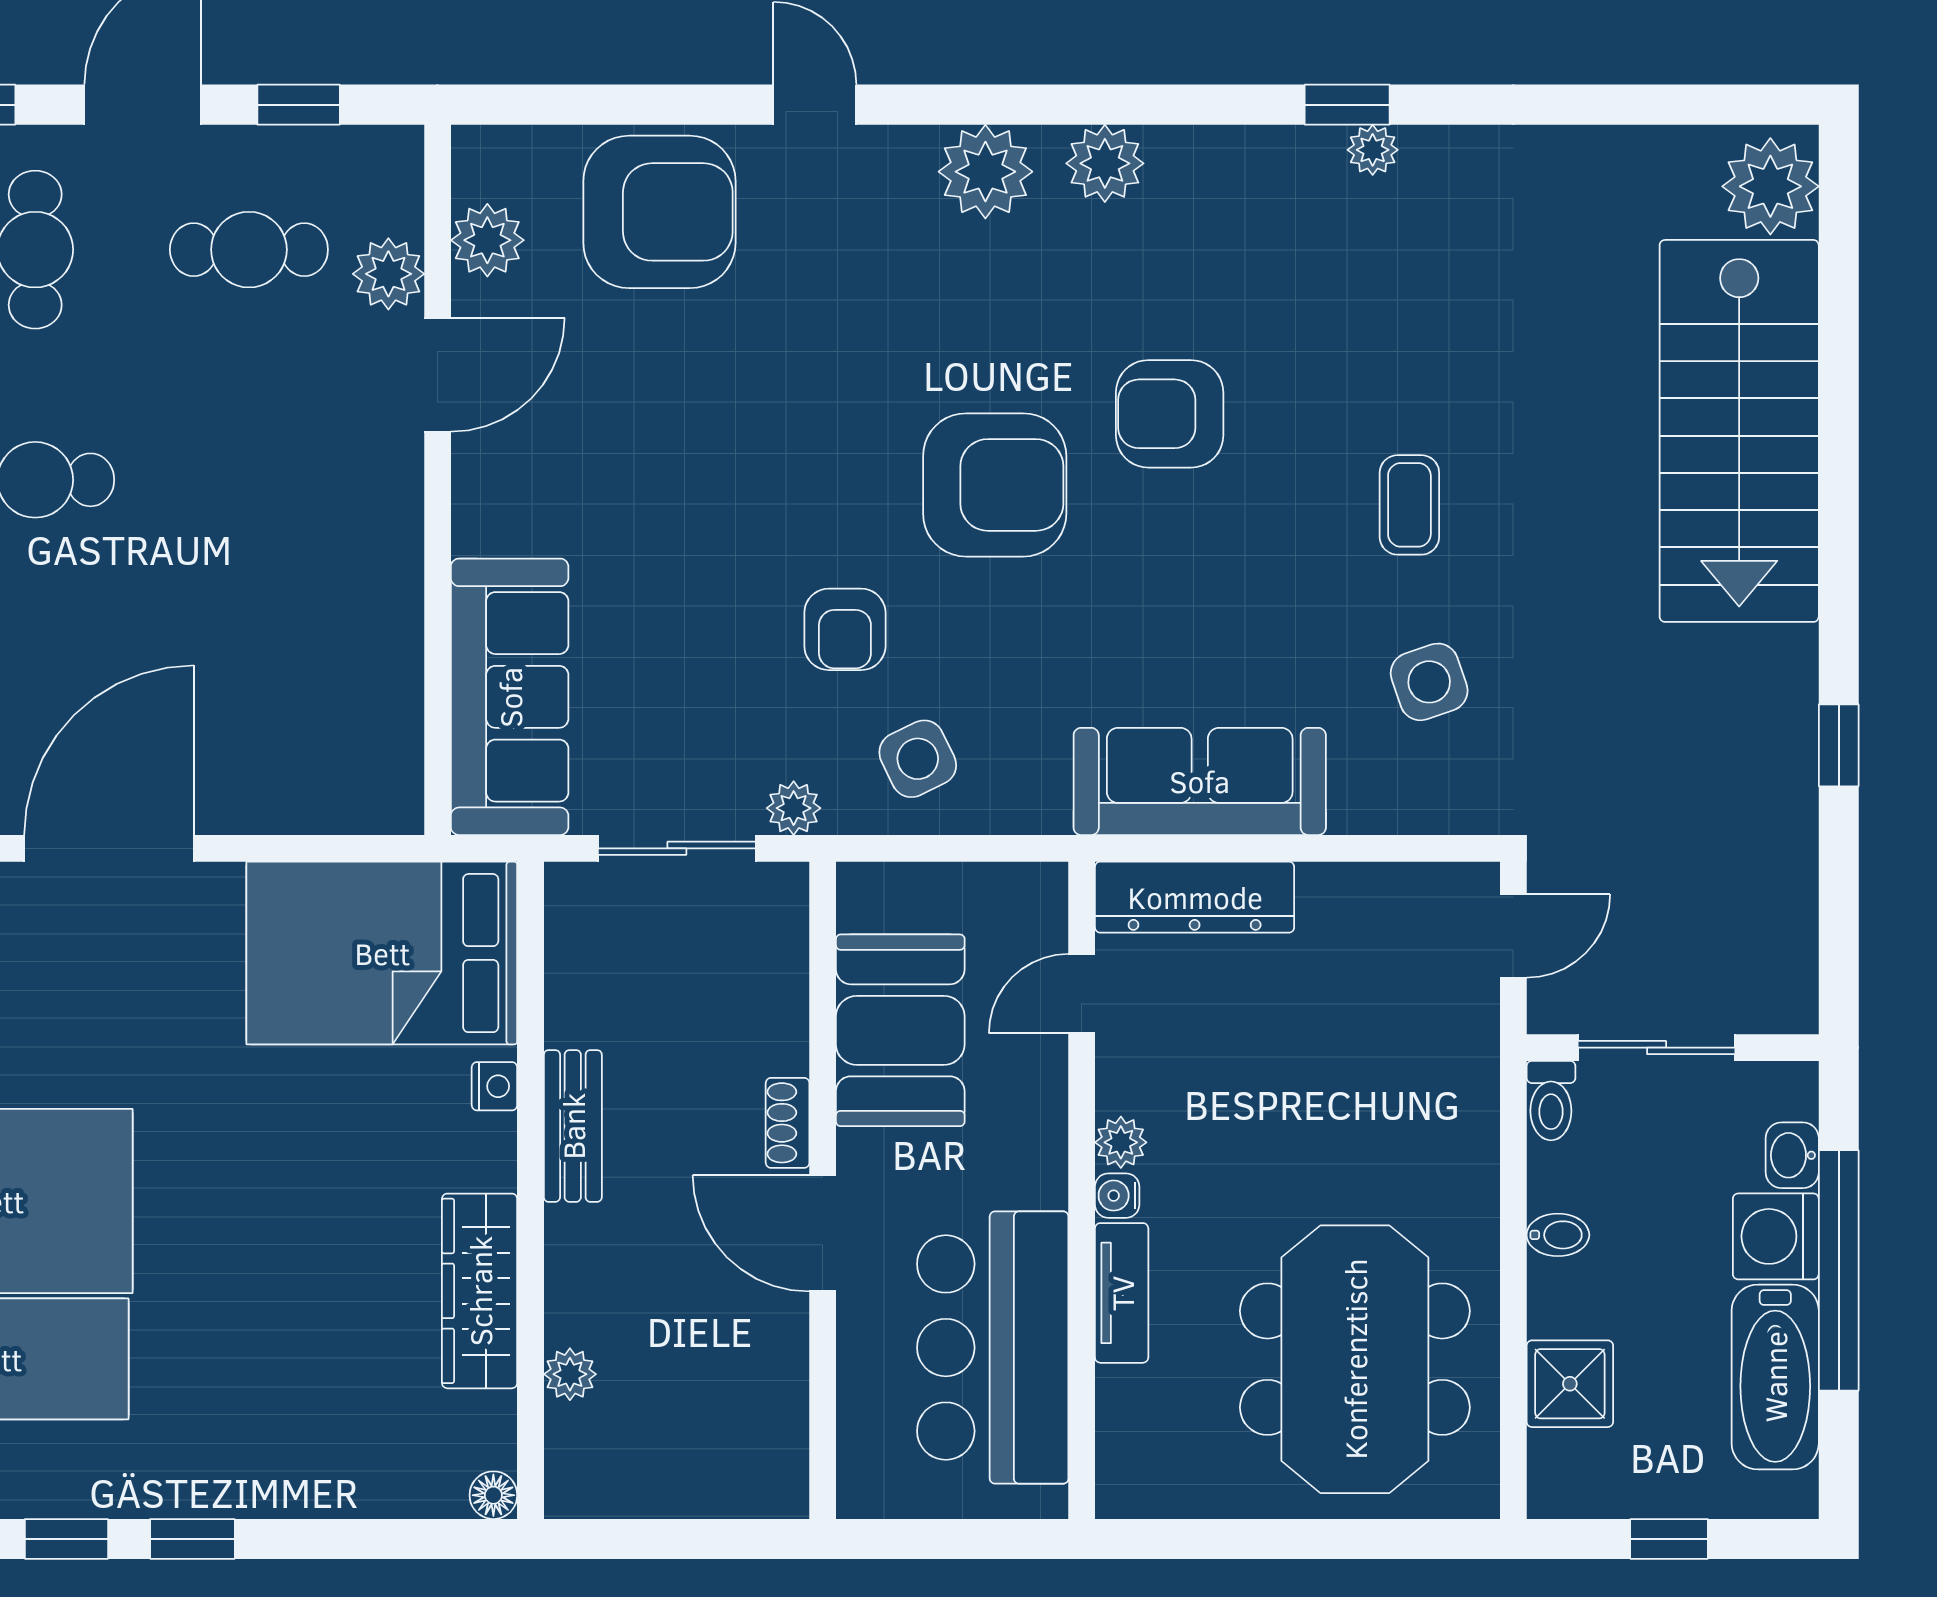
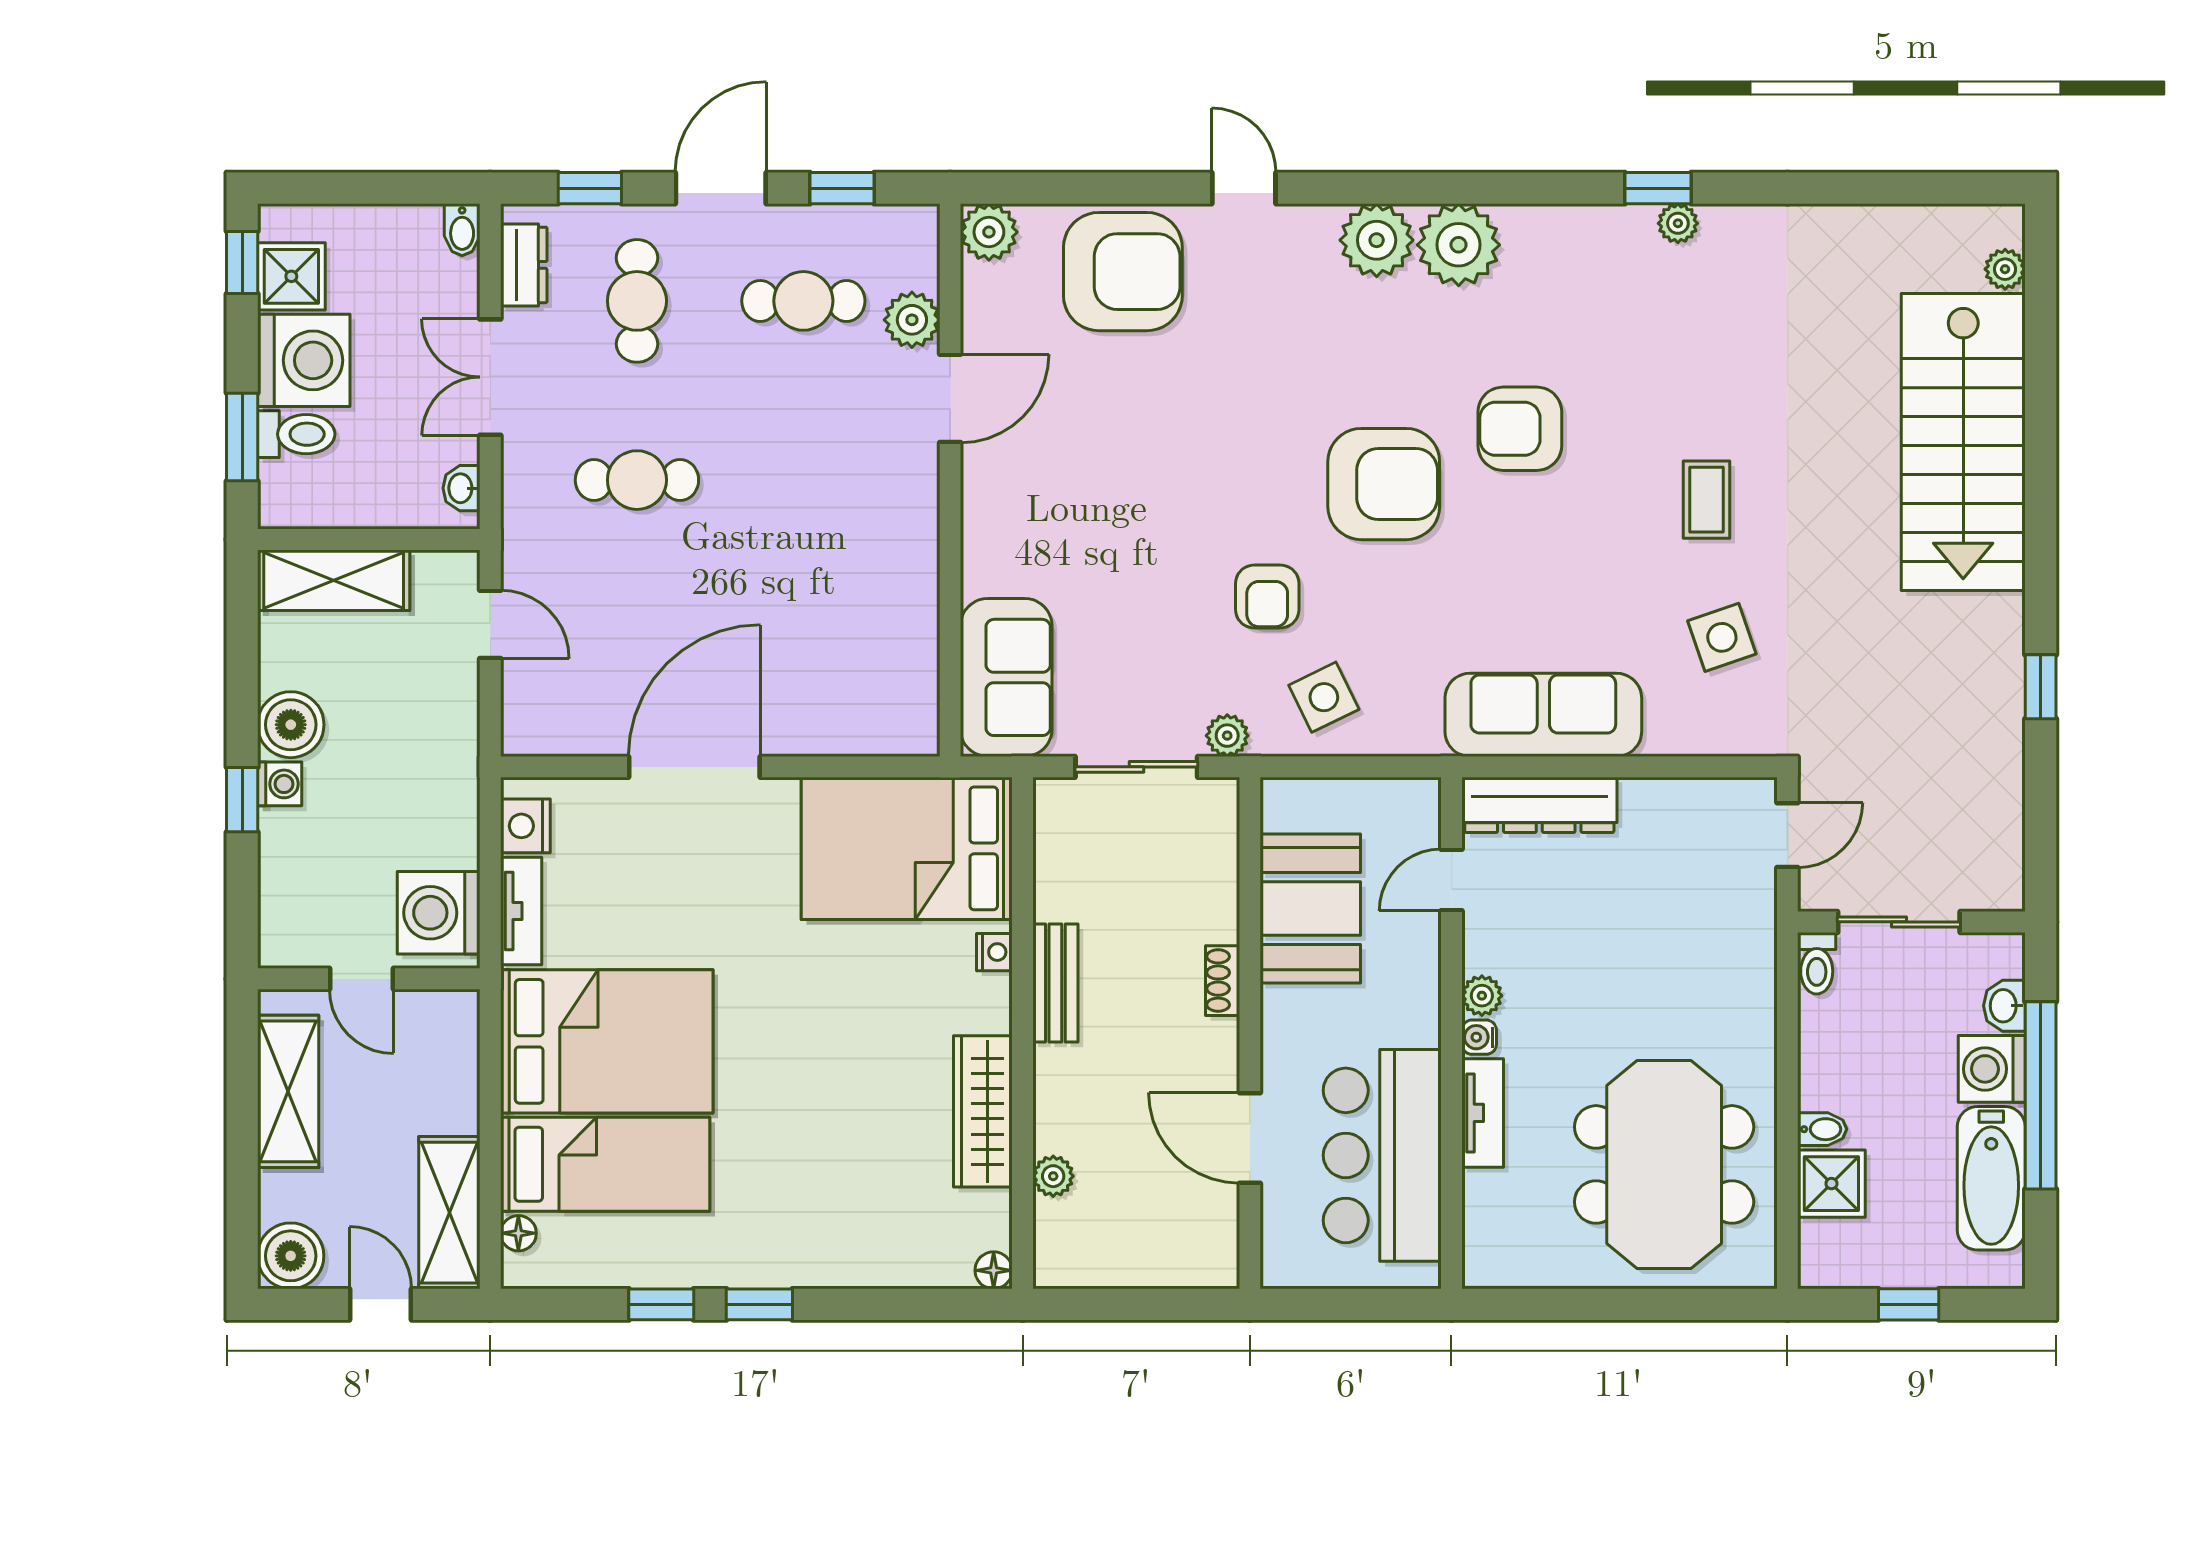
plant: (1105, 163) -> (1459, 245), width x1.36, depth x1.36
plant: (1770, 186) -> (2005, 269), width x0.53, depth x0.53
plant: (487, 240) -> (989, 232), moved
sofa: (510, 697) -> (1006, 677), width x0.73
door: (823, 1233) -> (1250, 1138), moved
bidet: (1558, 1235) -> (1822, 1129), moved

